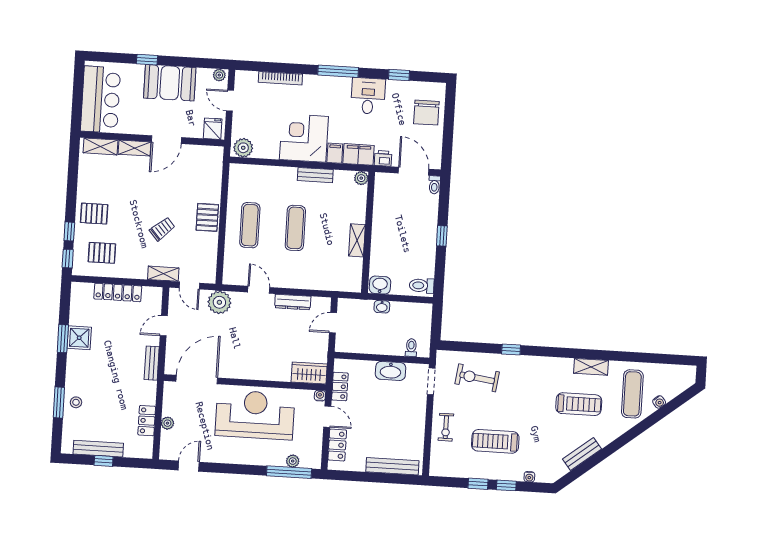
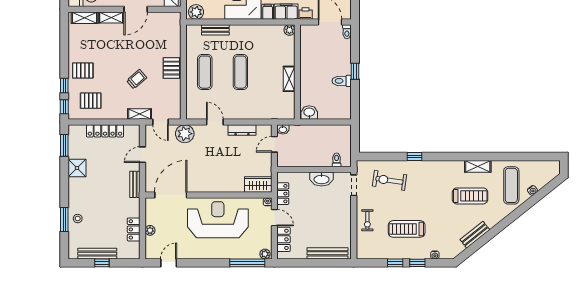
bench: (315, 175) -> (215, 30), moved
toilet: (422, 286) -> (342, 81), moved
washbasin: (382, 307) -> (283, 129), moved
window: (63, 339) -> (64, 145), moved
plant: (293, 461) -> (265, 254), moved

